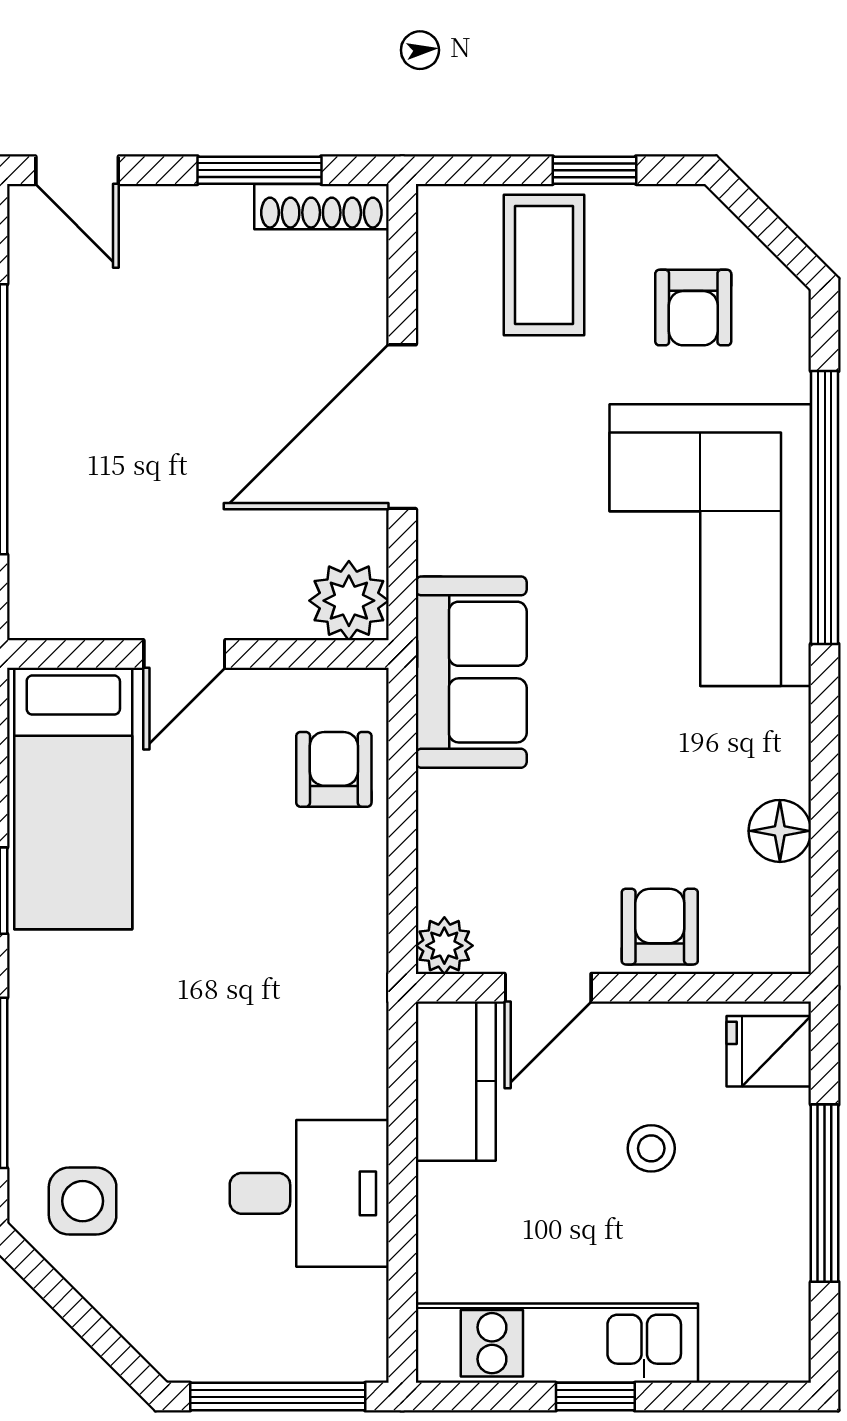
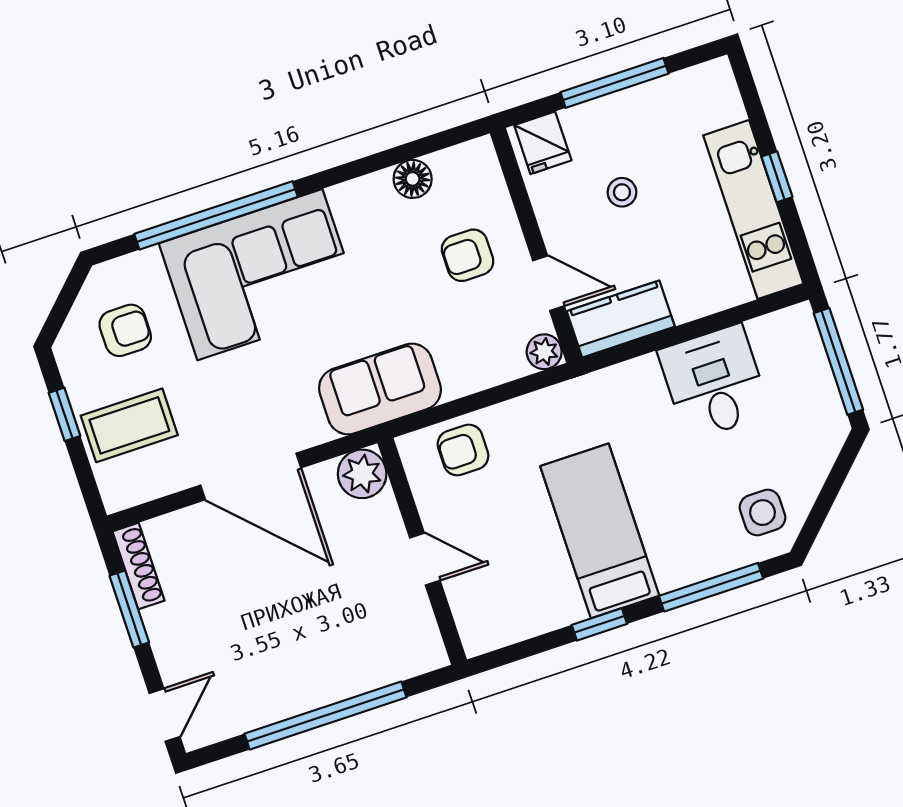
bed: (73, 798) -> (600, 531), moved, turned -90
armchair: (660, 927) -> (468, 255), moved

